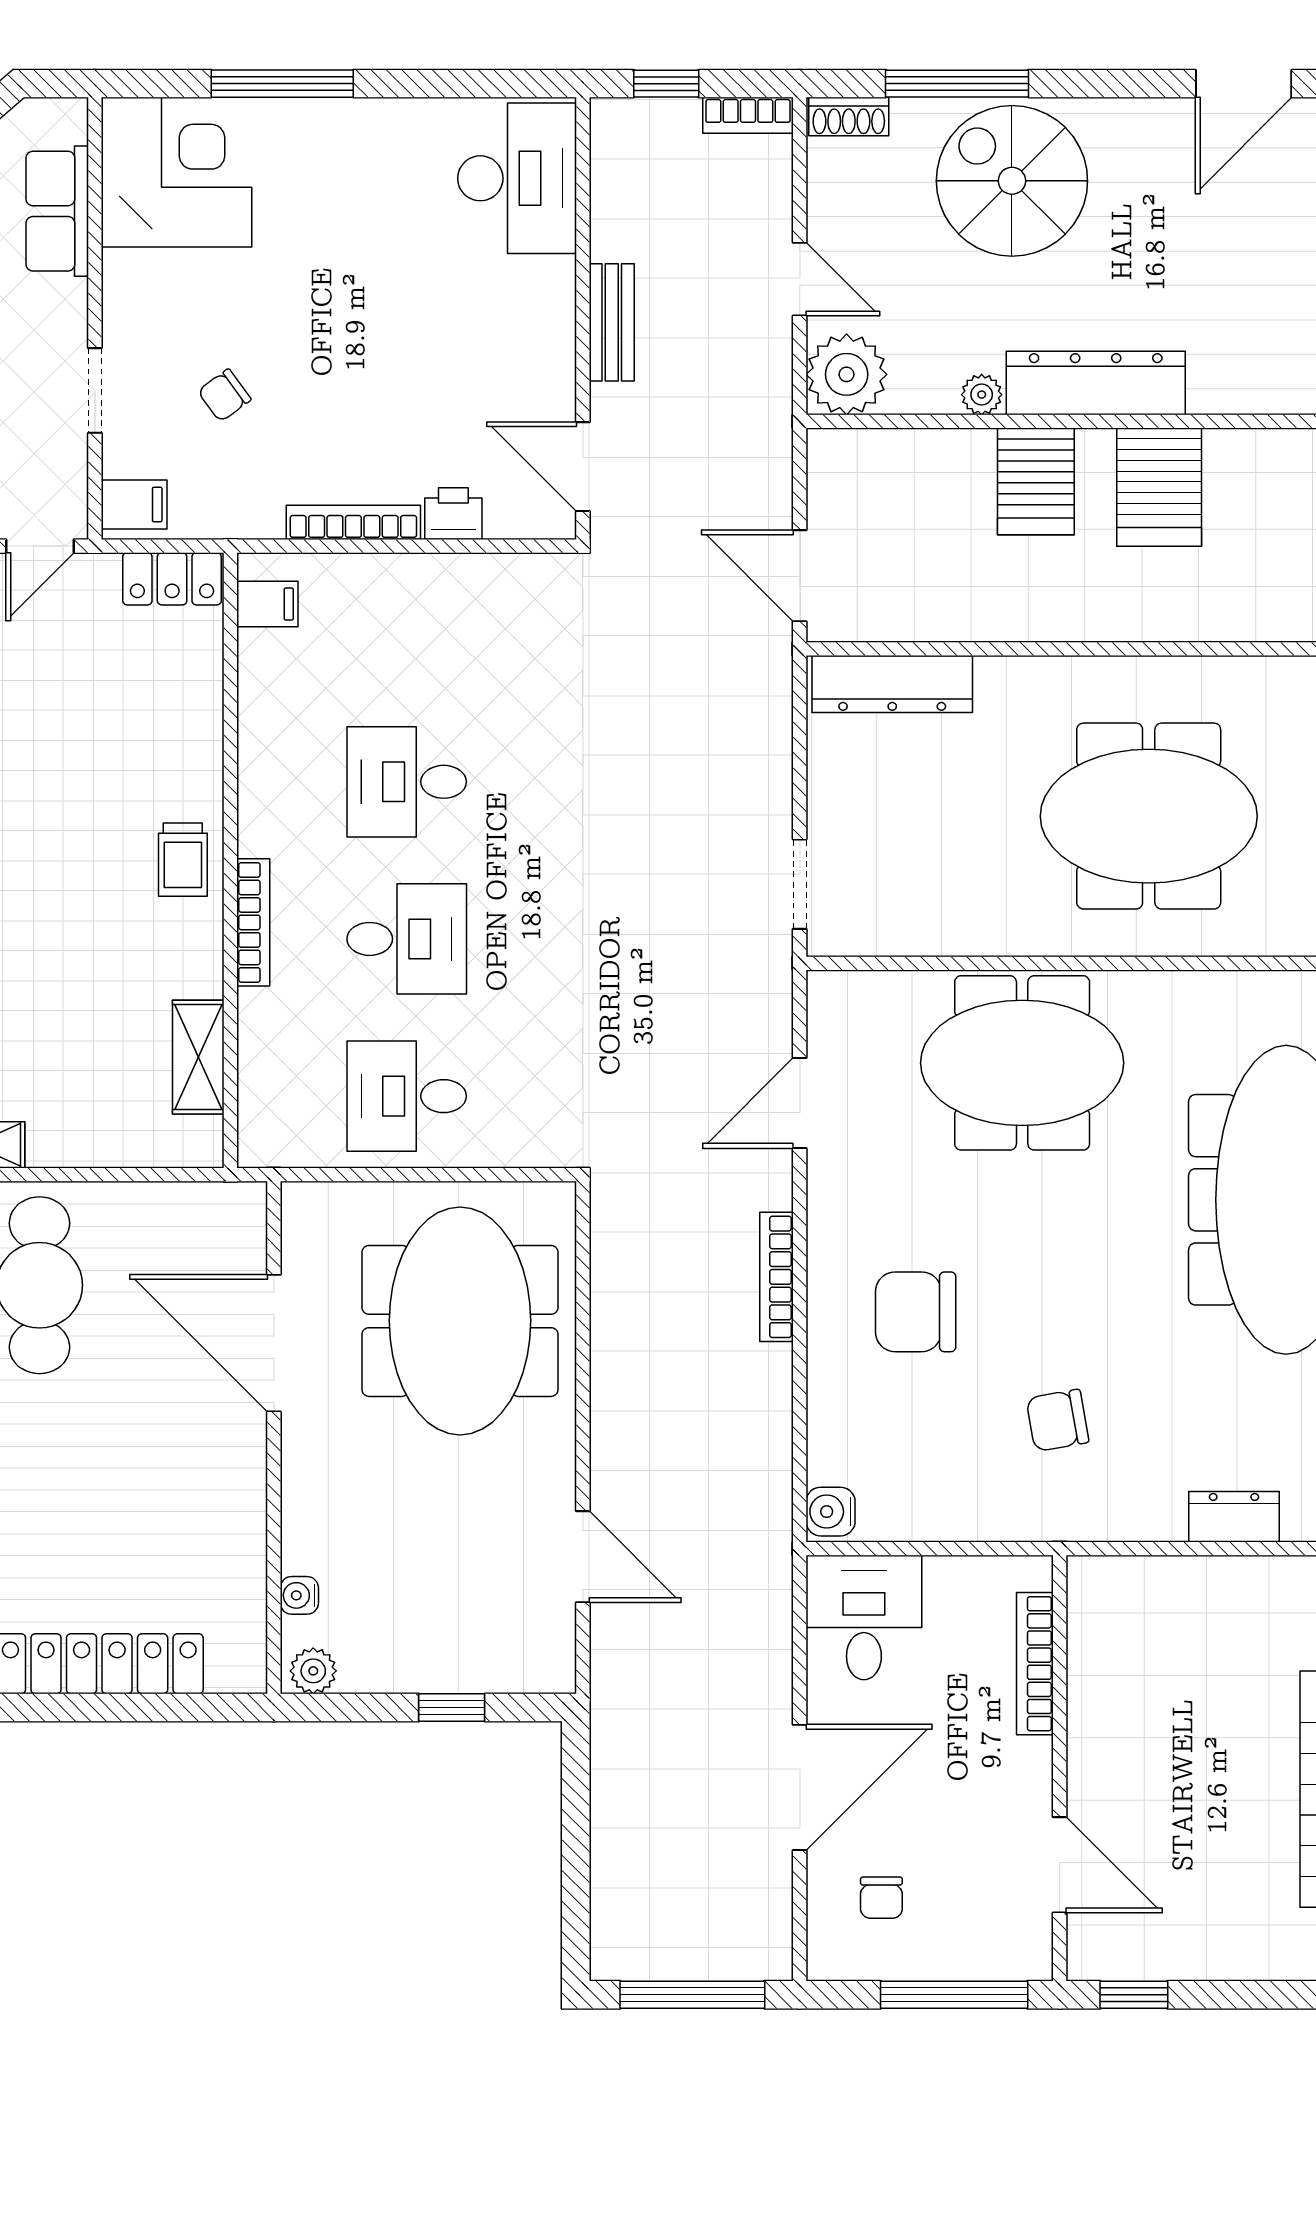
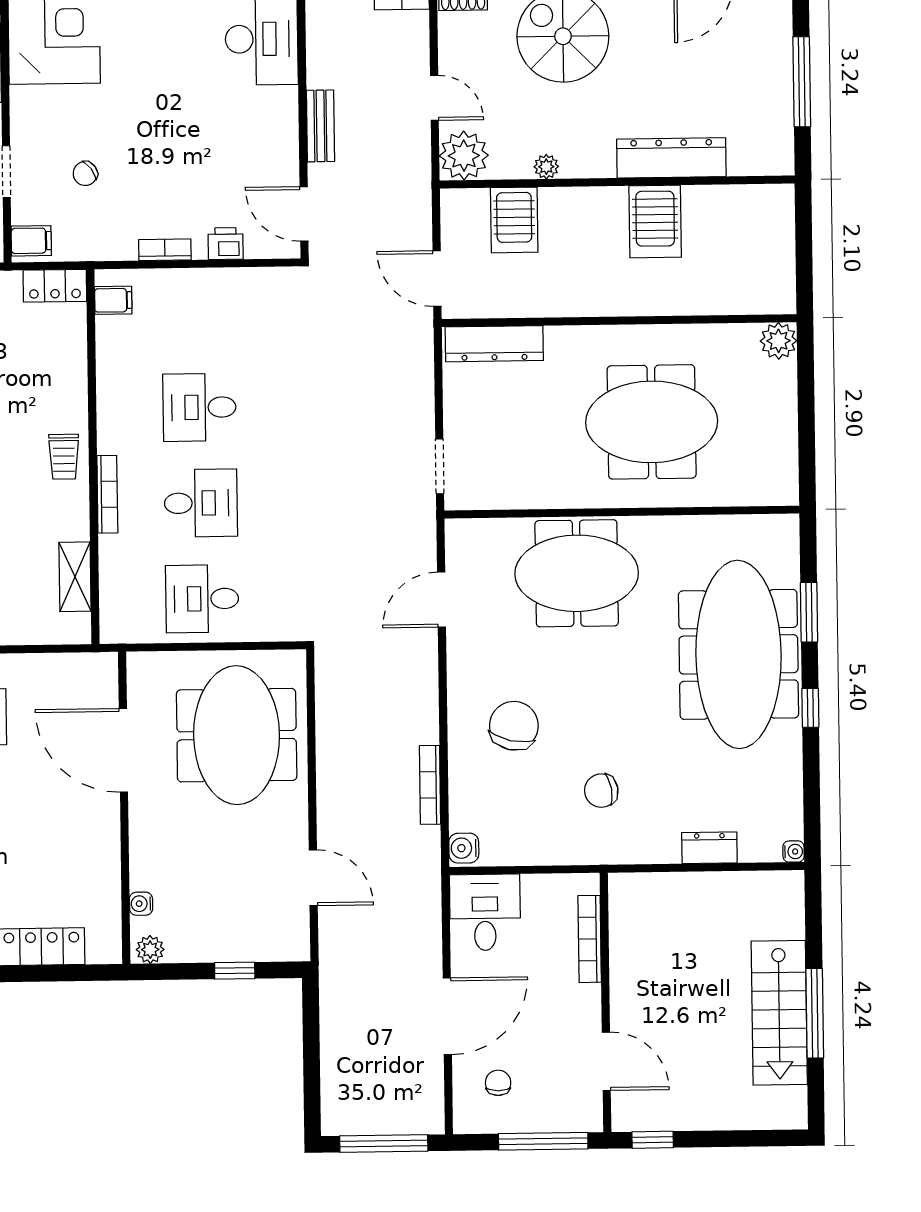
dresser: (1096, 383) -> (671, 158), moved
server rack: (1036, 481) -> (514, 220), moved
bookcase: (353, 522) -> (165, 250), width x0.64
bookcase: (777, 1277) -> (430, 785), moved
chair: (916, 1312) -> (514, 726), turned 103
chair: (881, 1898) -> (498, 1083), turned 180

